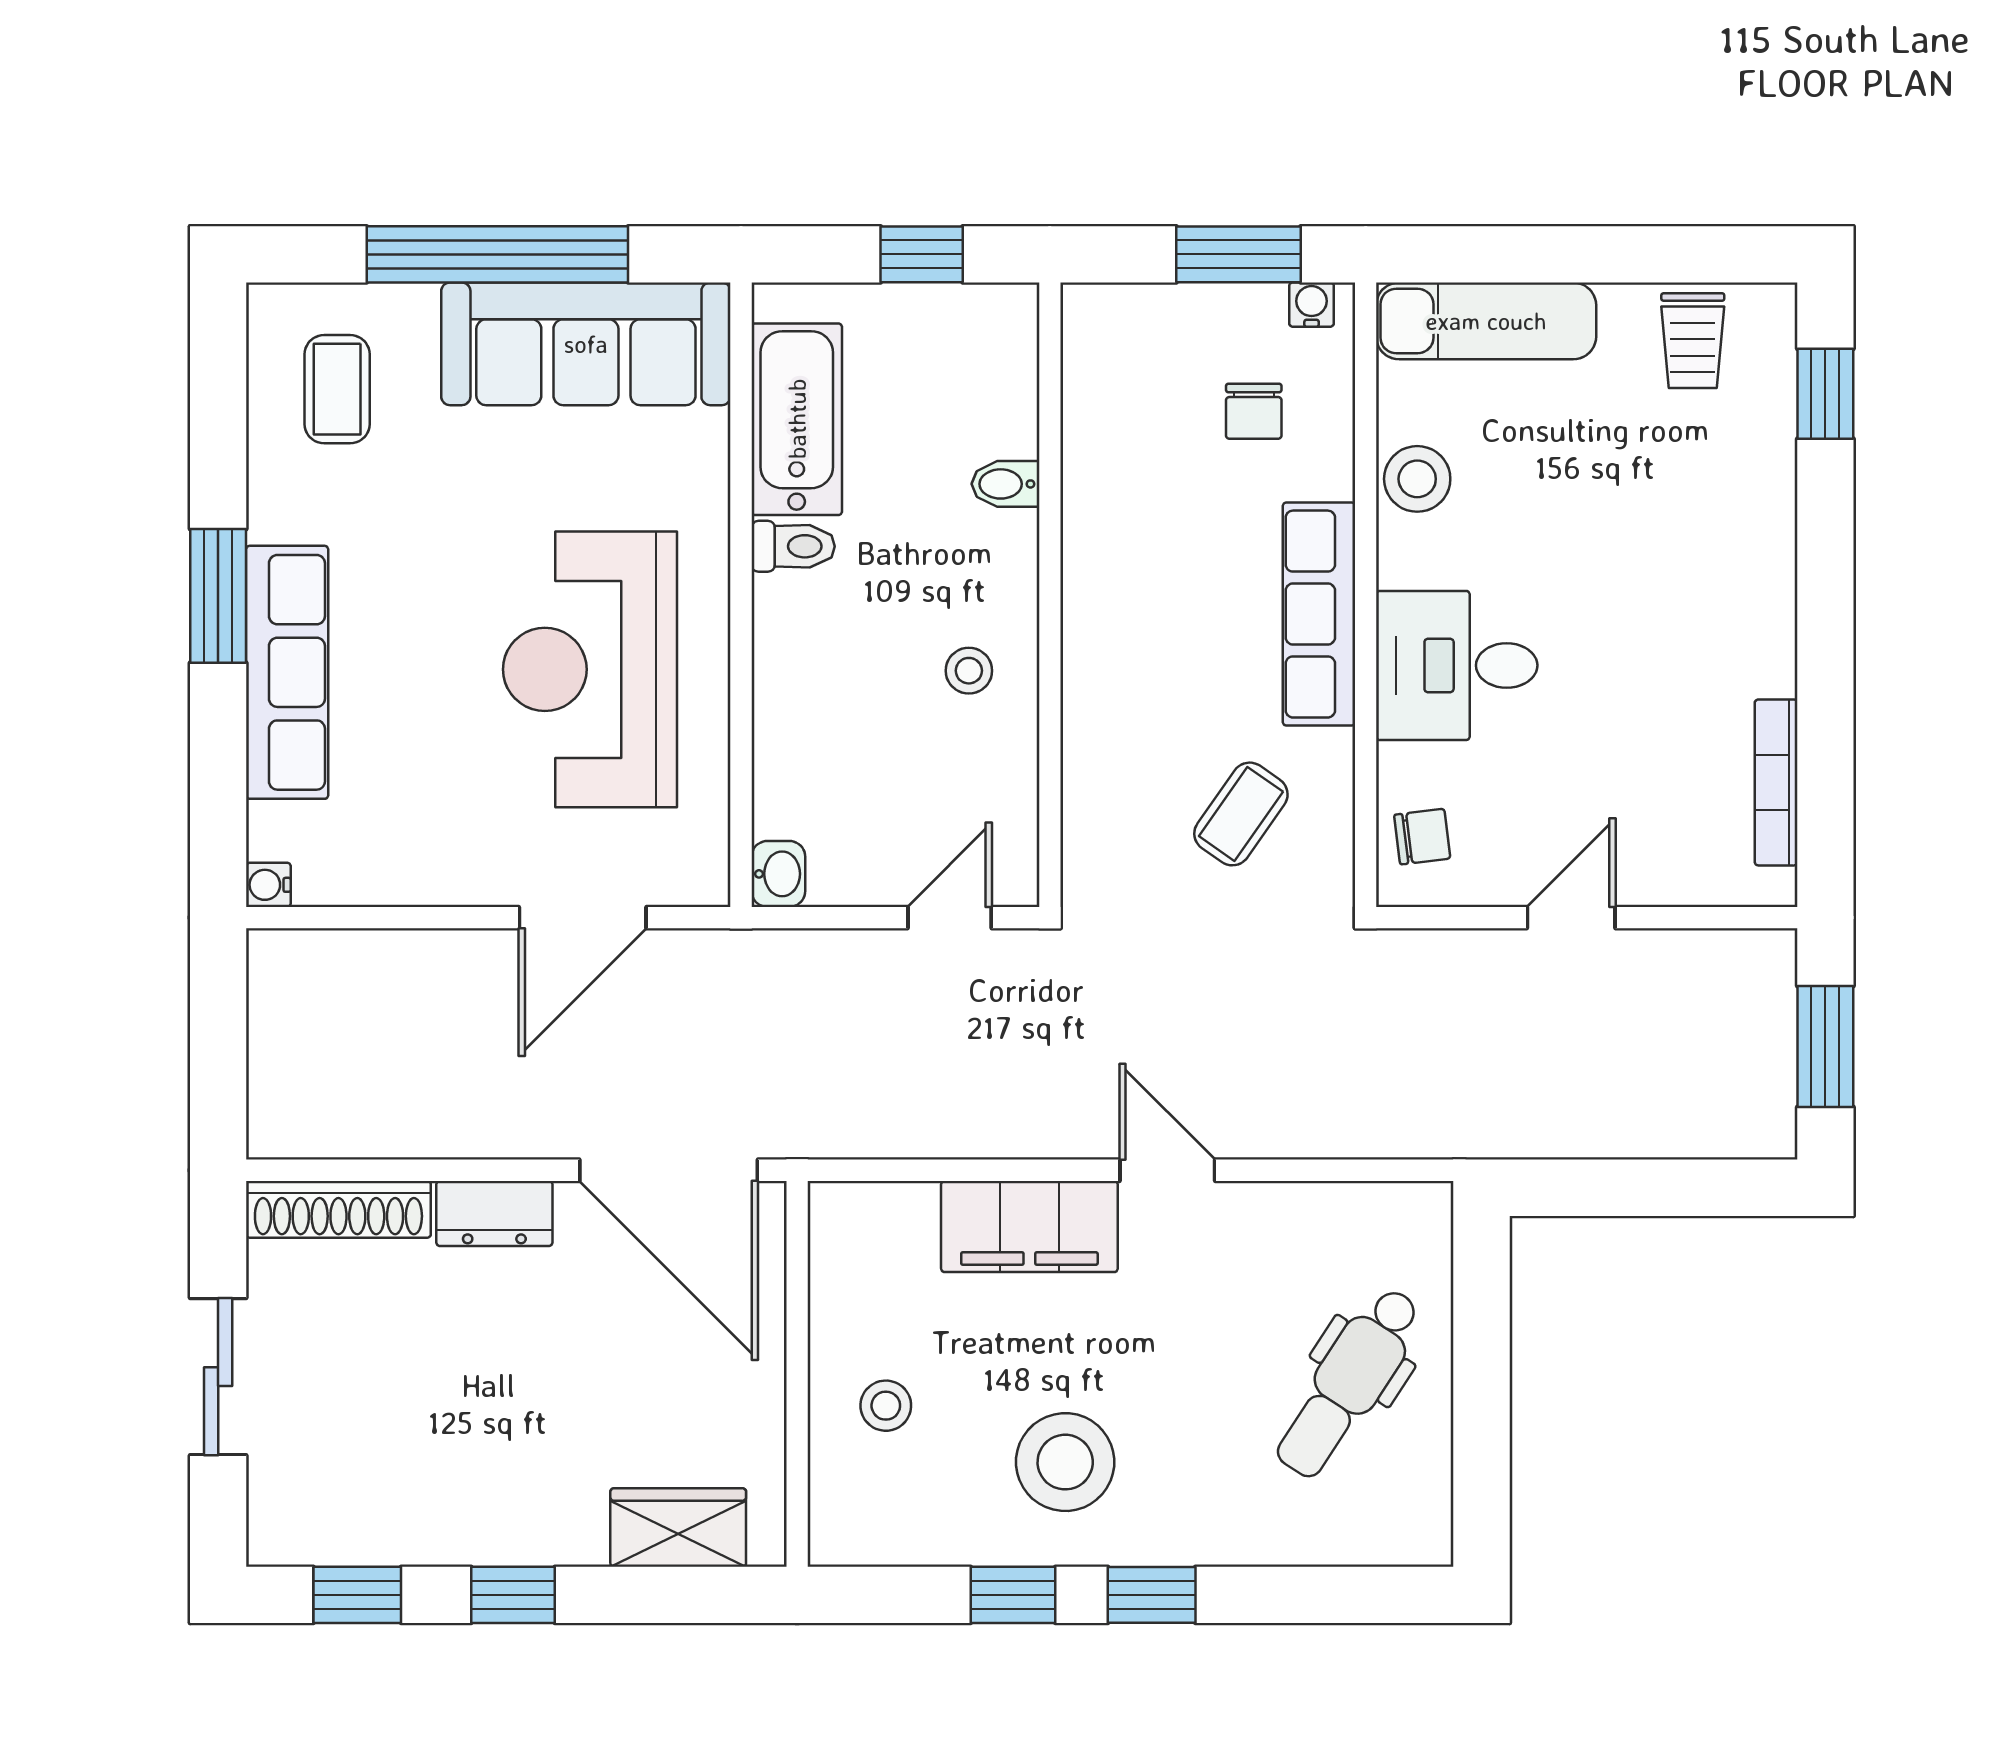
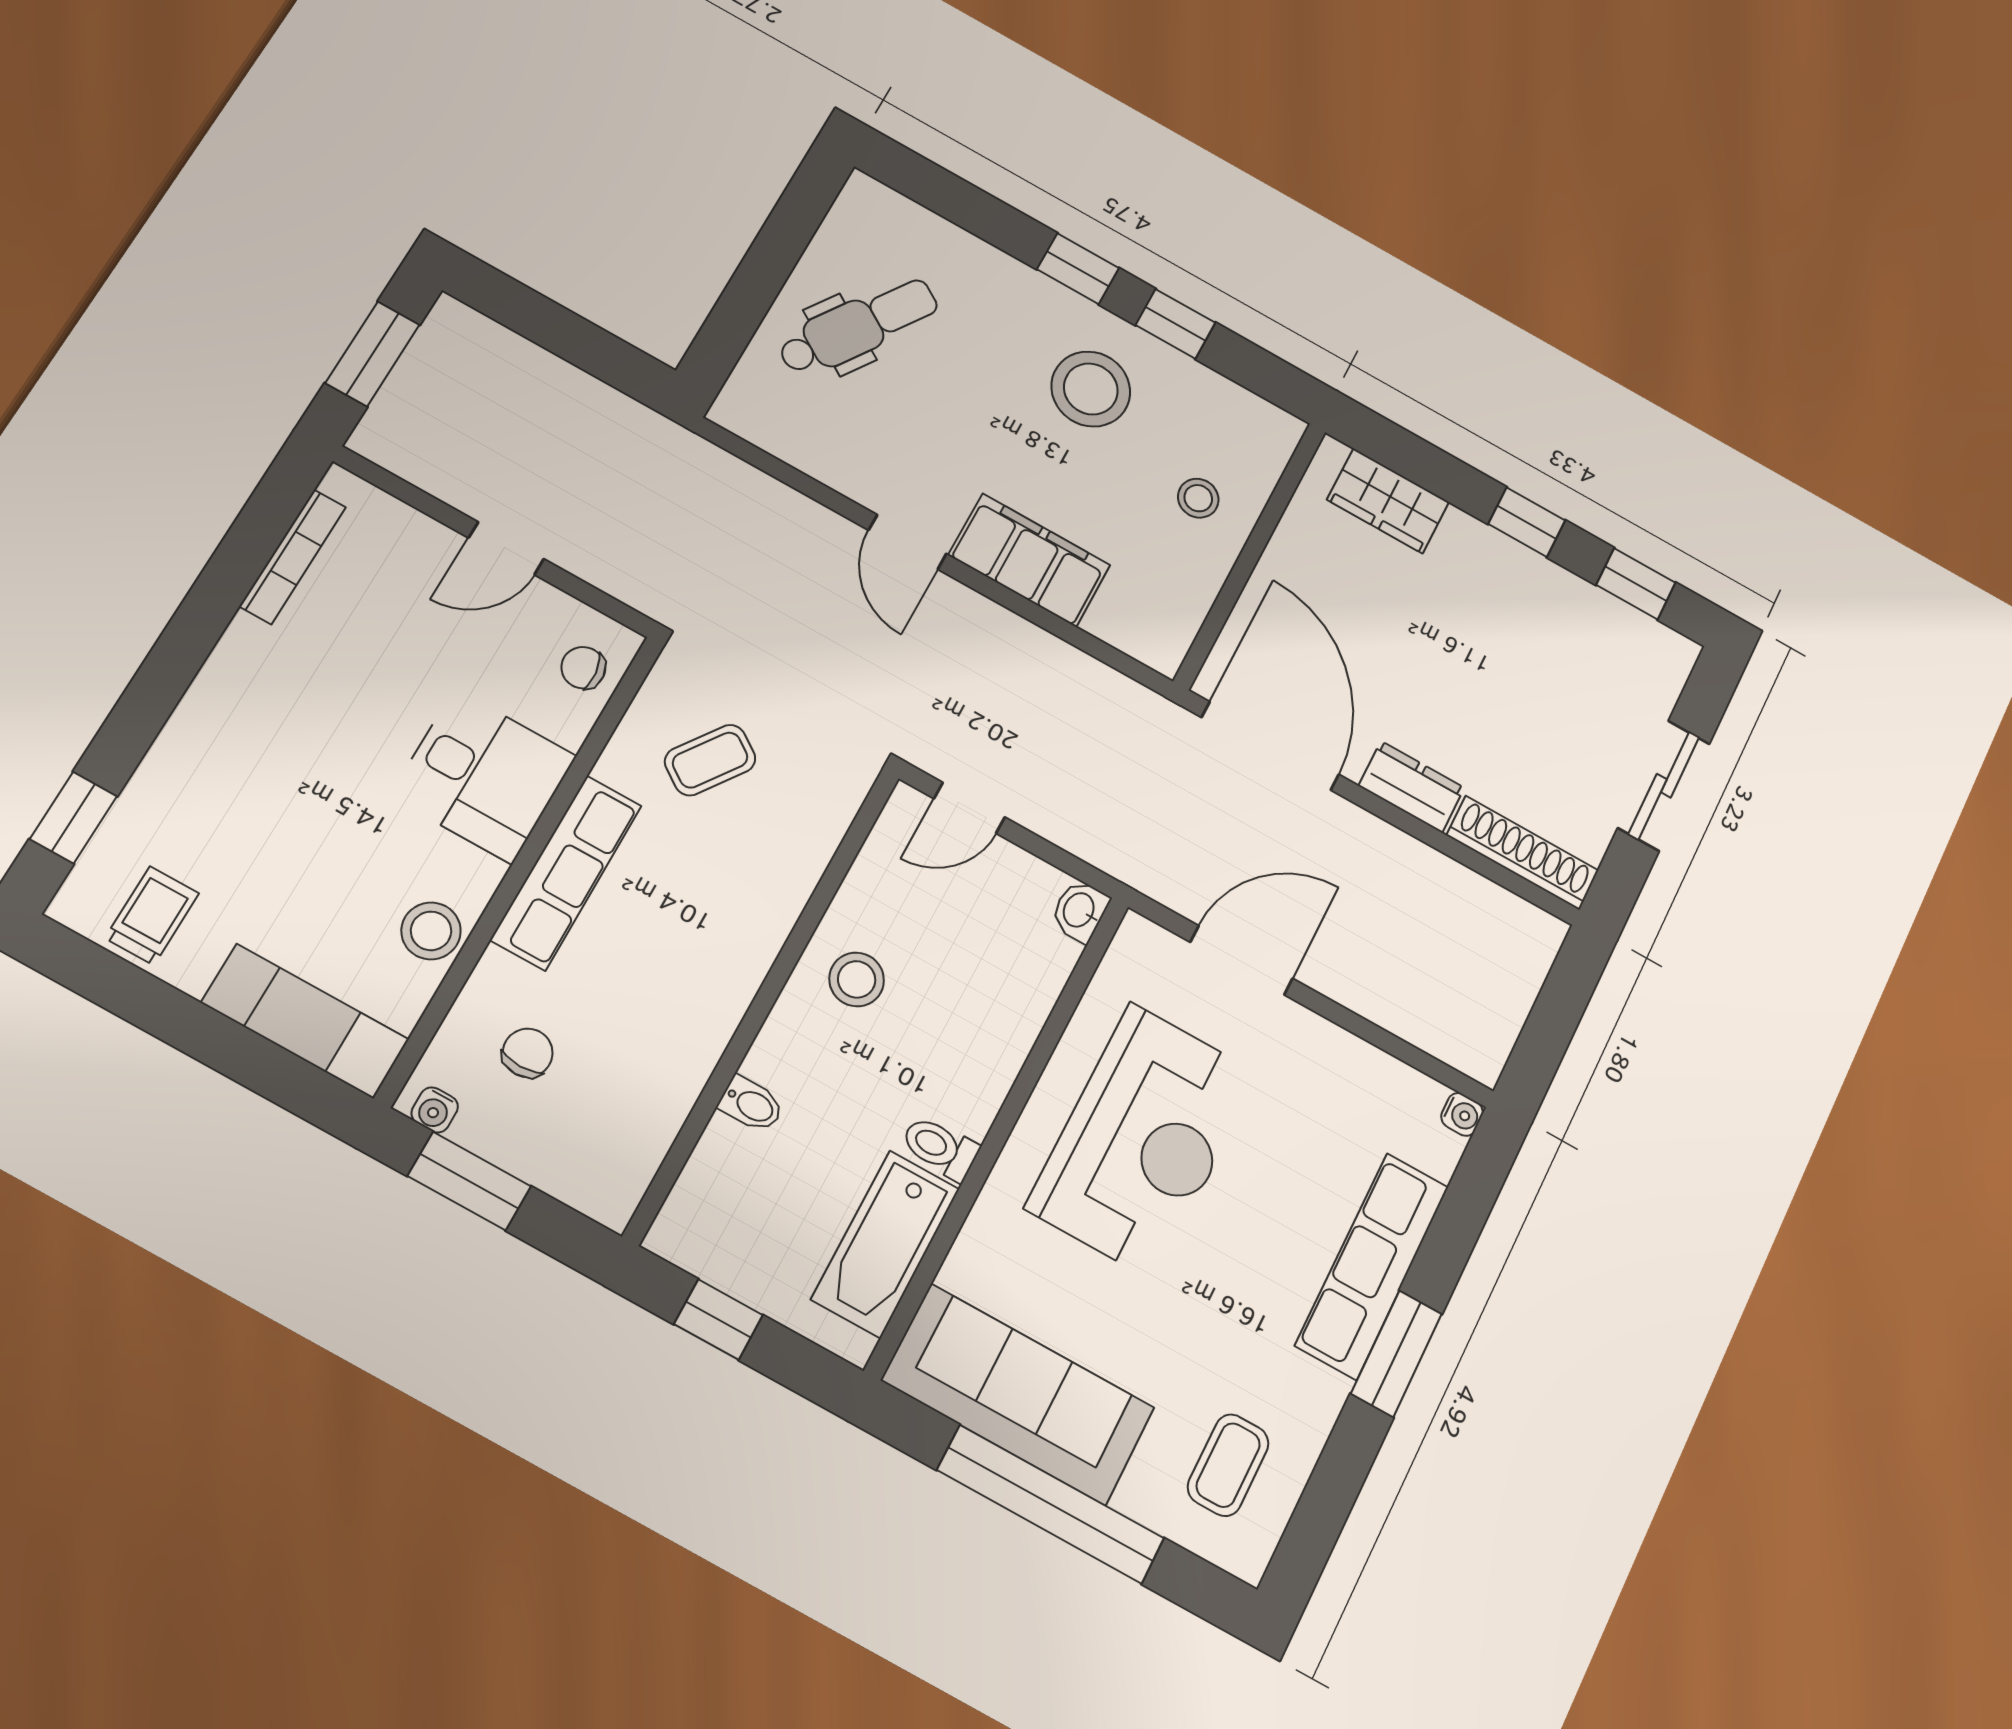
stool: (969, 671) -> (857, 979), width x1.37, depth x1.37

